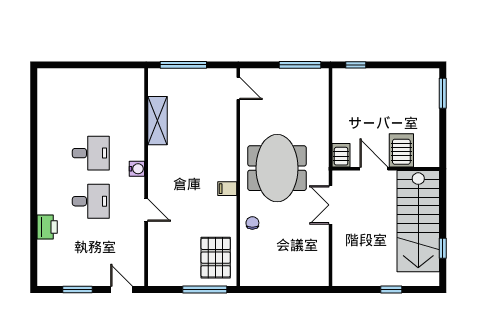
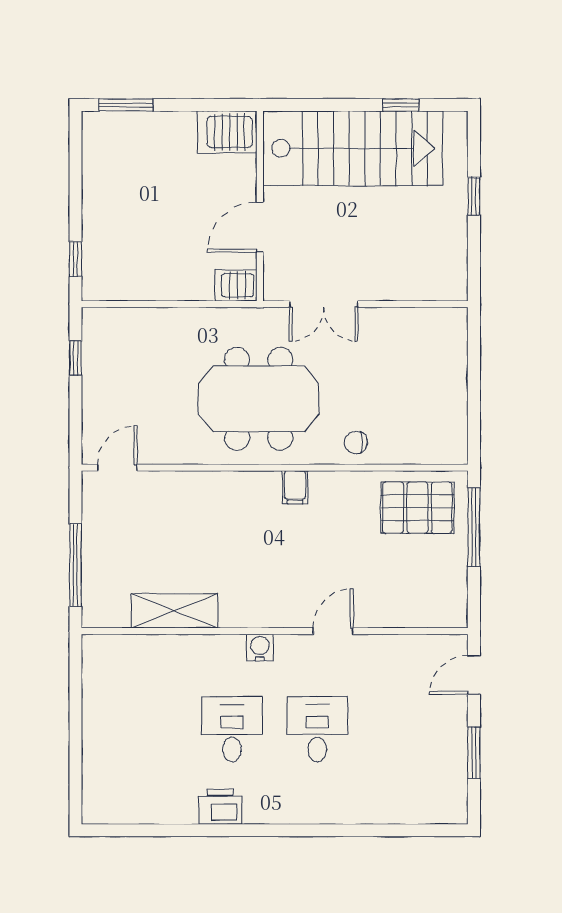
window: (300, 65) -> (75, 358), width x0.46
server rack: (401, 150) -> (227, 132), moved
printer: (47, 227) -> (220, 807), moved

